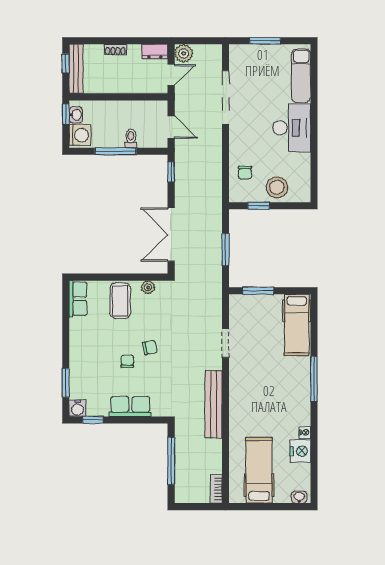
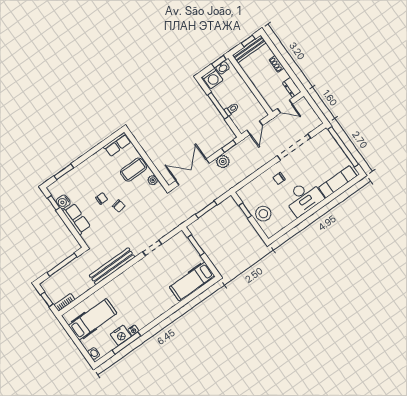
window: (265, 41) -> (343, 147), width x2.11
plant: (184, 53) -> (223, 161), moved
chair: (245, 173) -> (279, 178), moved
window: (314, 379) -> (126, 343), moved
water cooler: (77, 408) -> (63, 202), moved
window: (199, 507) -> (47, 299), added

